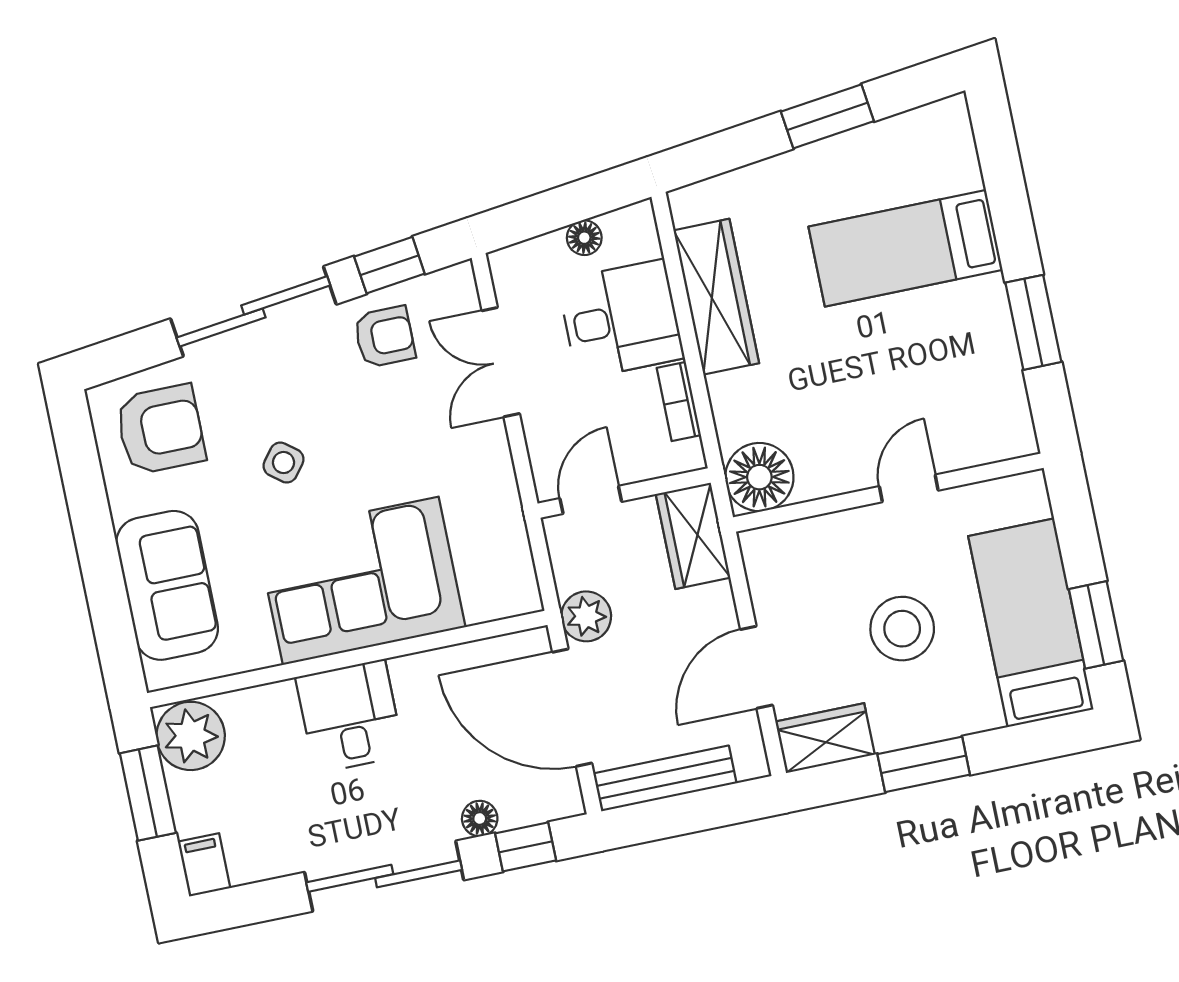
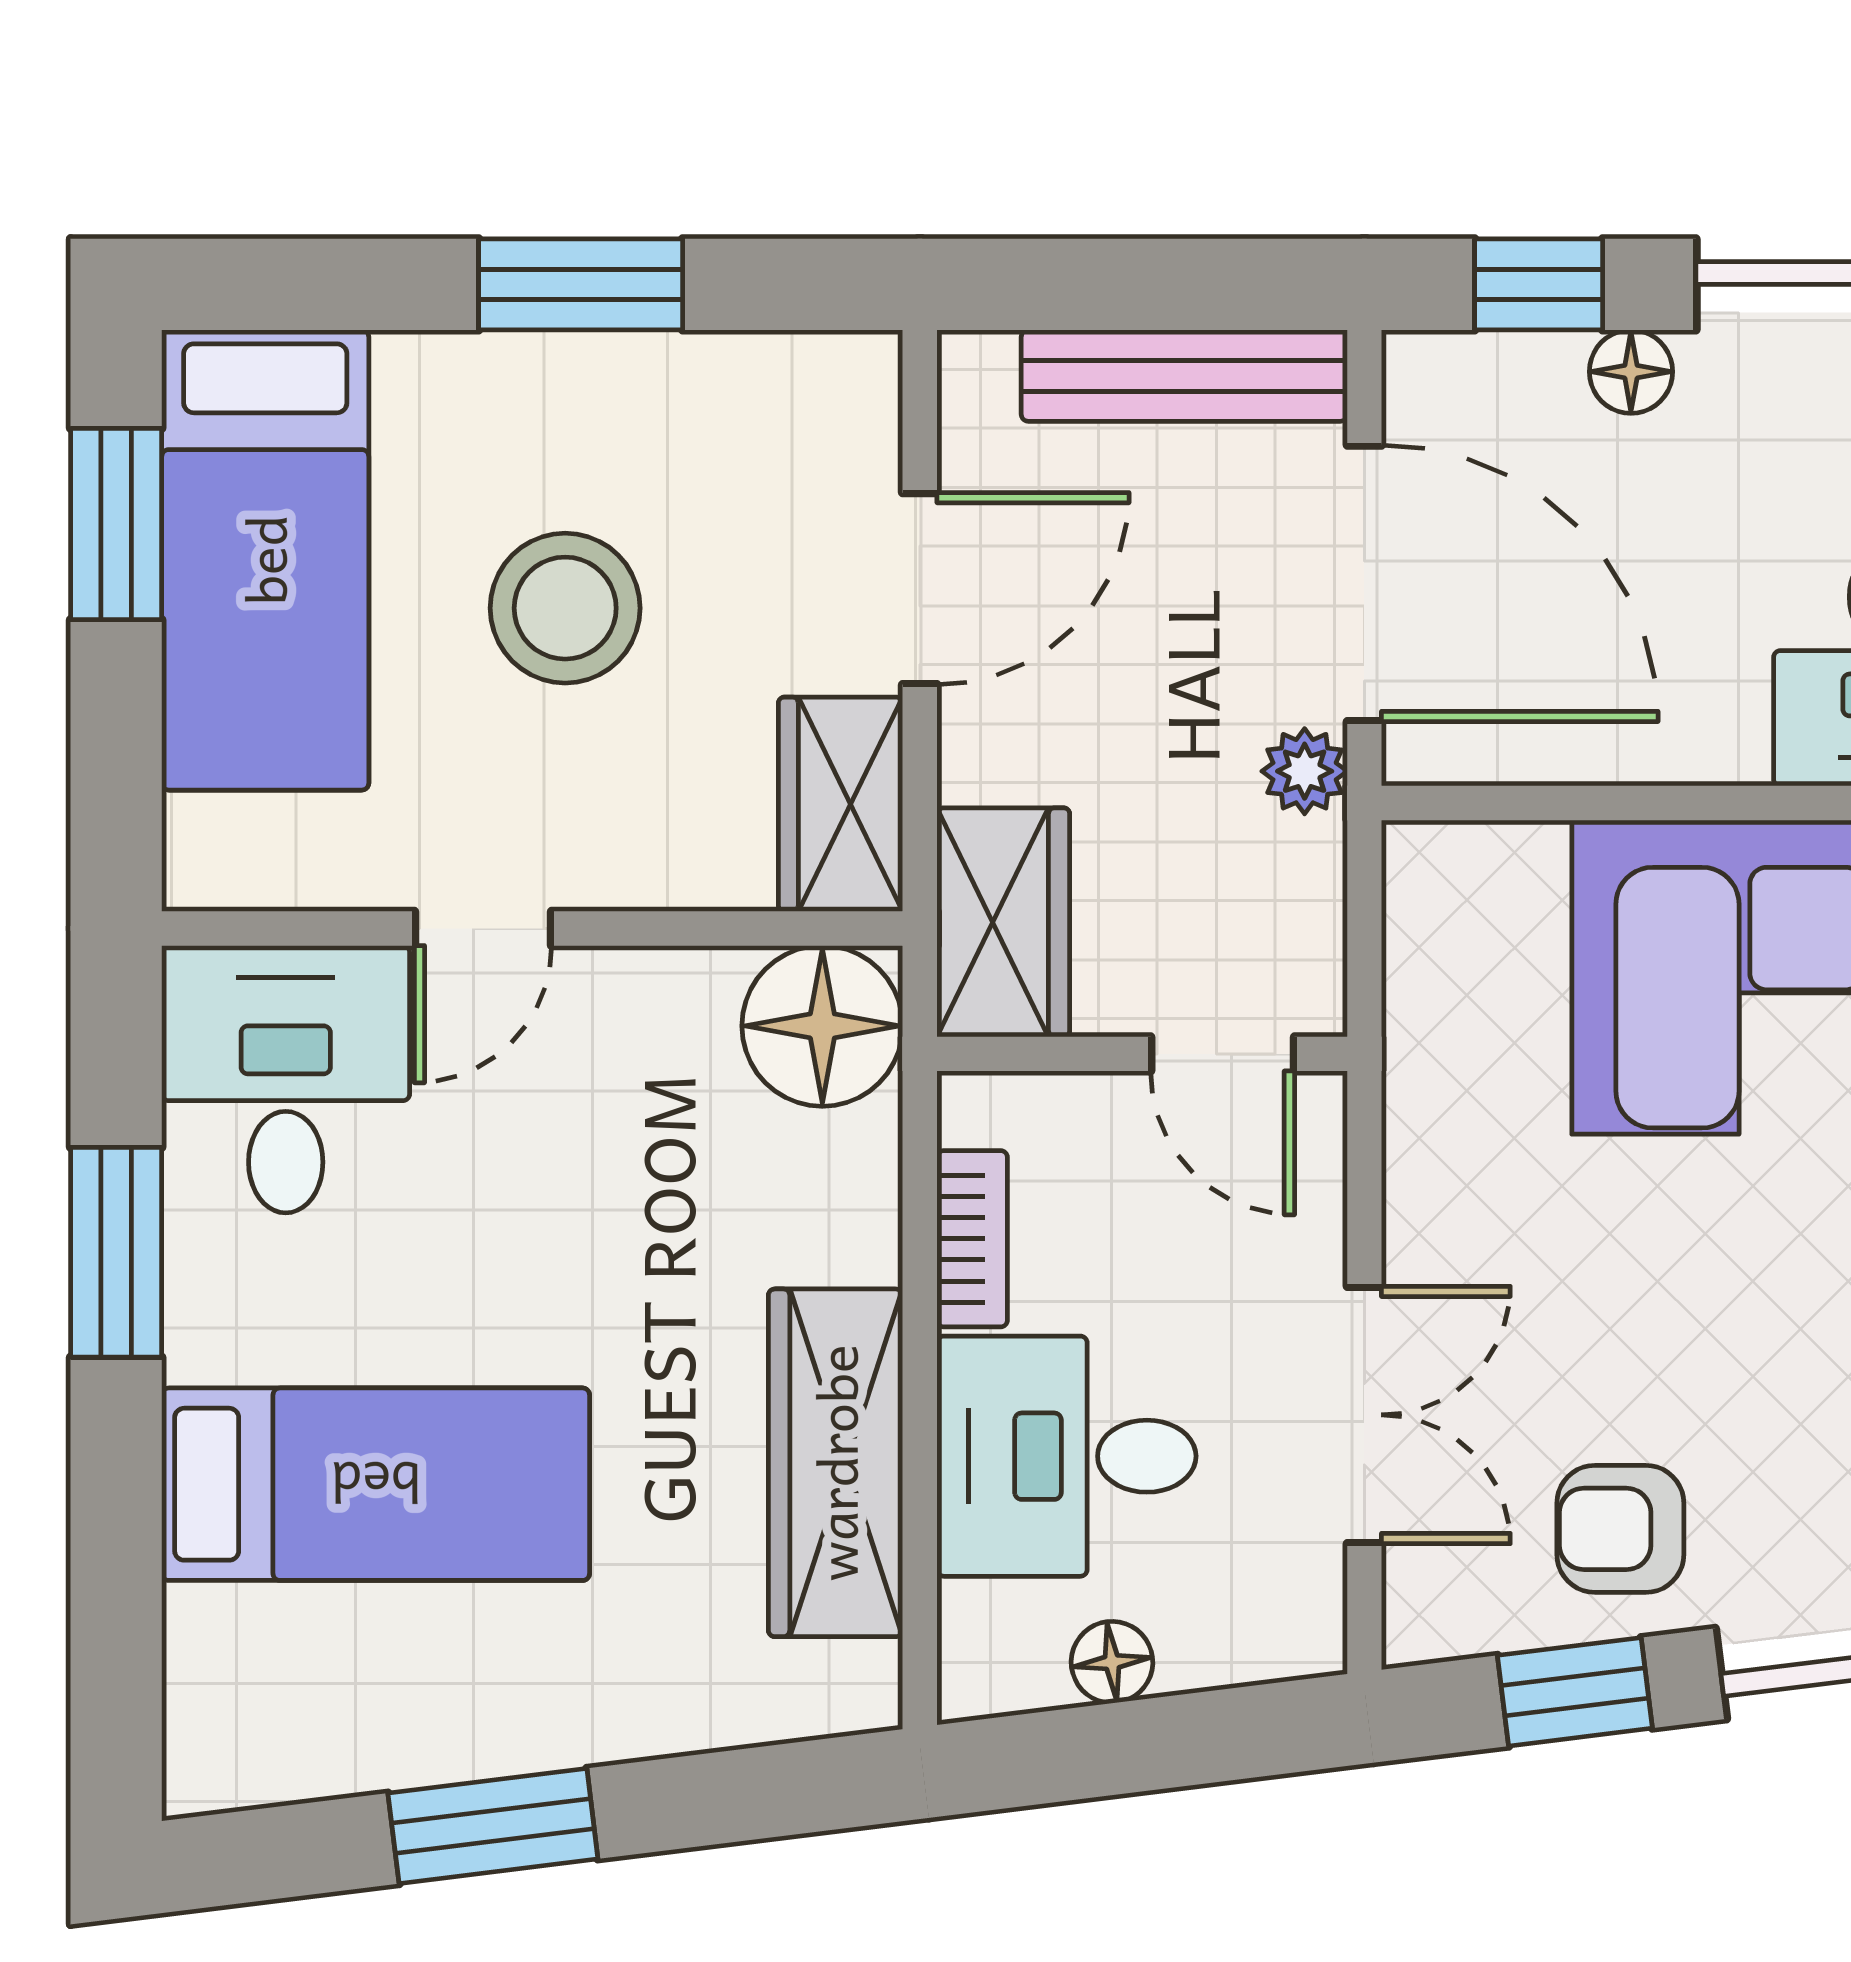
desk: (978, 409) -> (286, 1079), added
door: (591, 500) -> (1223, 1054), hinge flipped
plant: (586, 616) -> (1305, 771), width x0.73, depth x0.73
wardrobe: (825, 738) -> (841, 804), moved, turned 90

